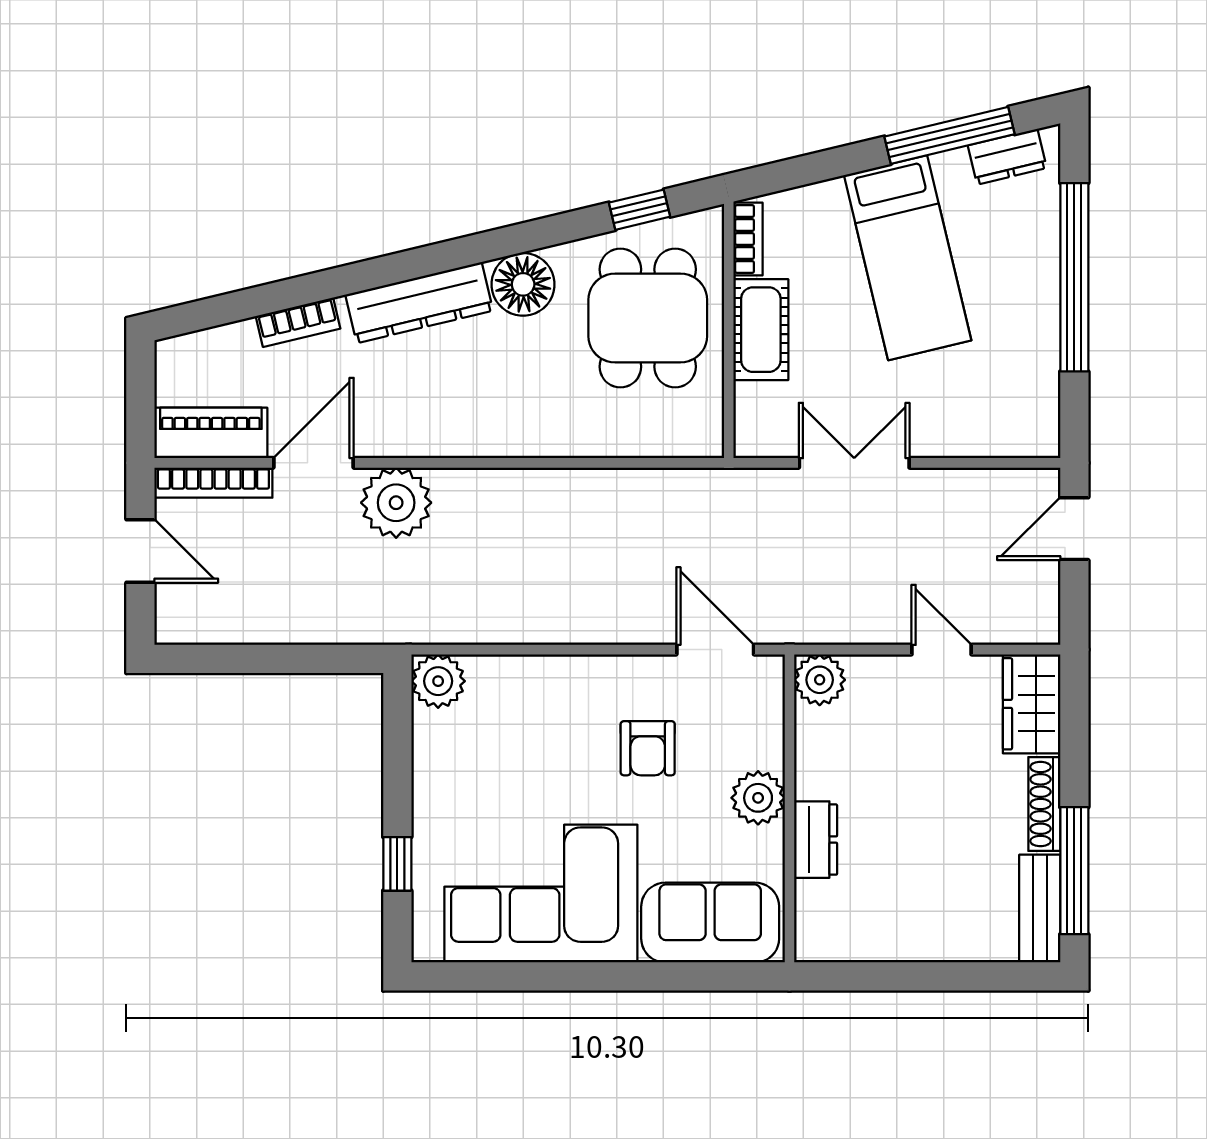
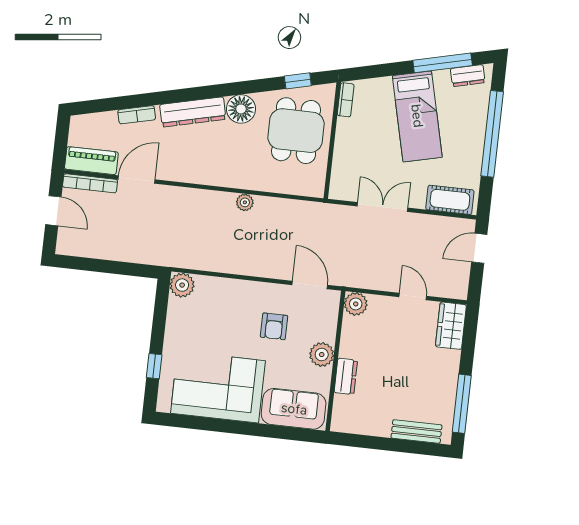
cot: (761, 330) -> (450, 200), moved, turned 90
plant: (396, 503) -> (245, 202), moved, width x0.53, depth x0.53
shoe rack: (1044, 804) -> (452, 372), removed
bench: (1040, 908) -> (416, 432), moved, turned 90

